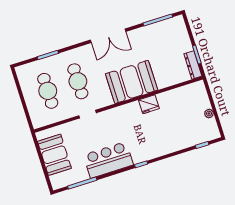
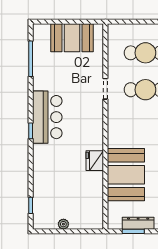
dresser: (193, 65) -> (138, 223), moved
booth: (132, 82) -> (126, 175), moved
bar counter: (108, 160) -> (47, 117), moved

